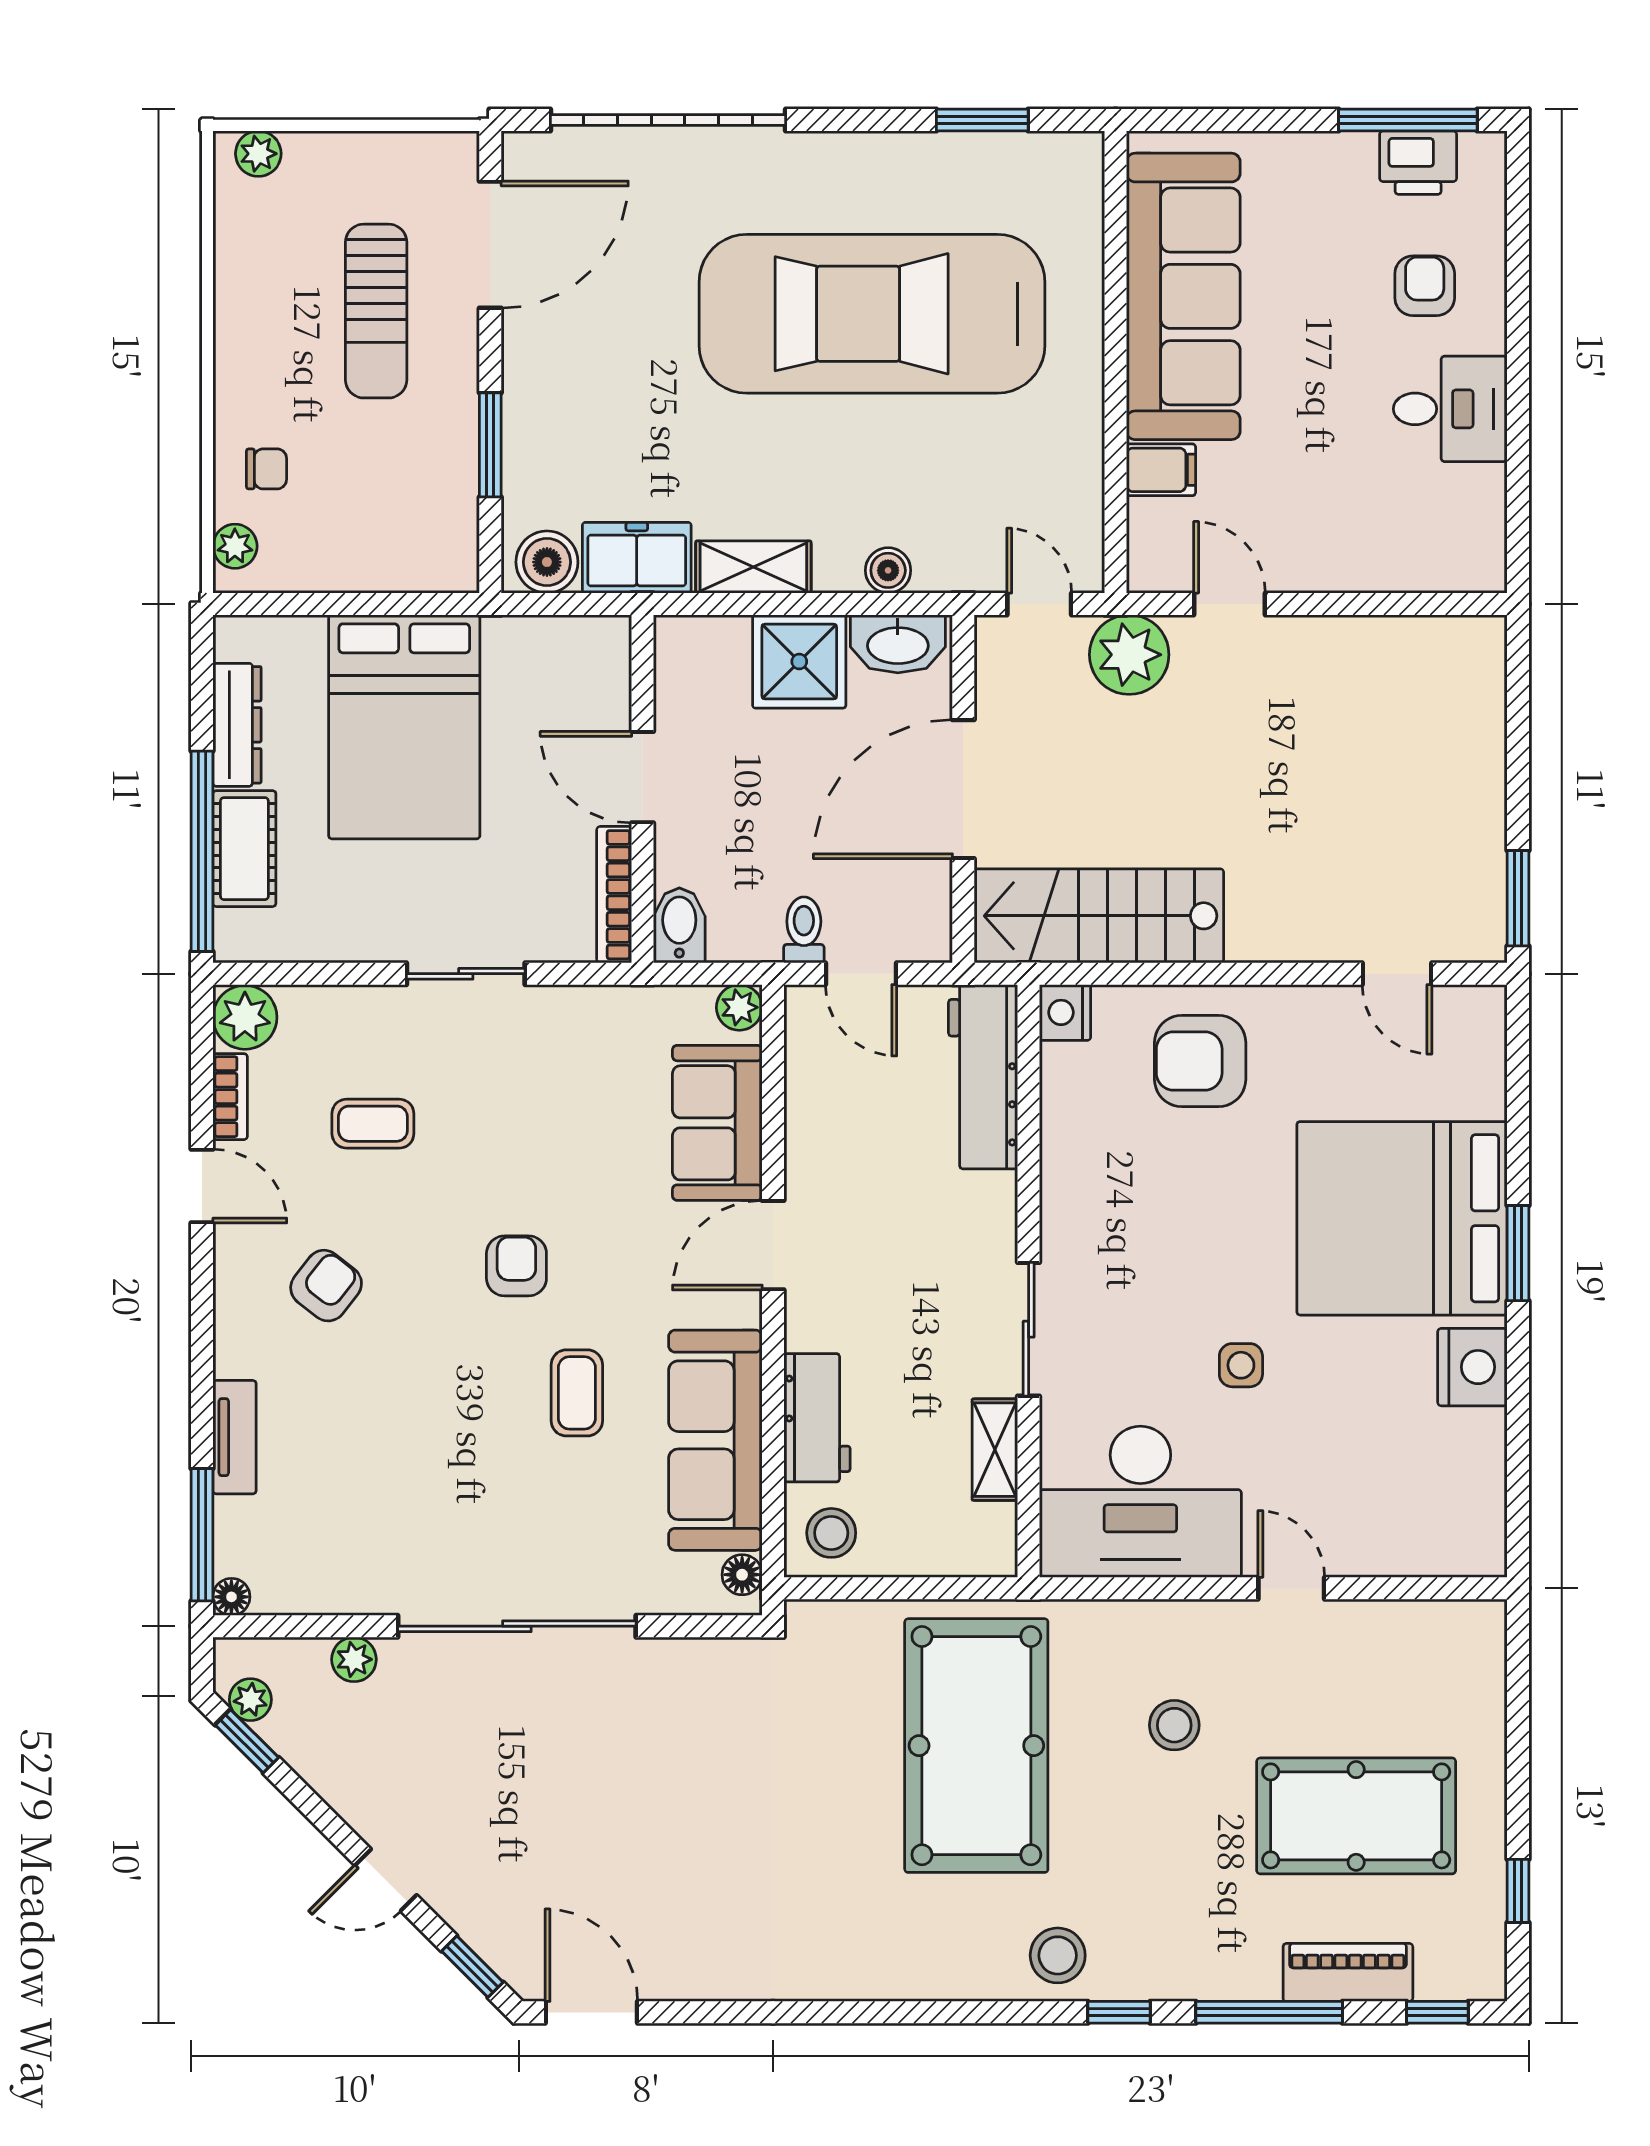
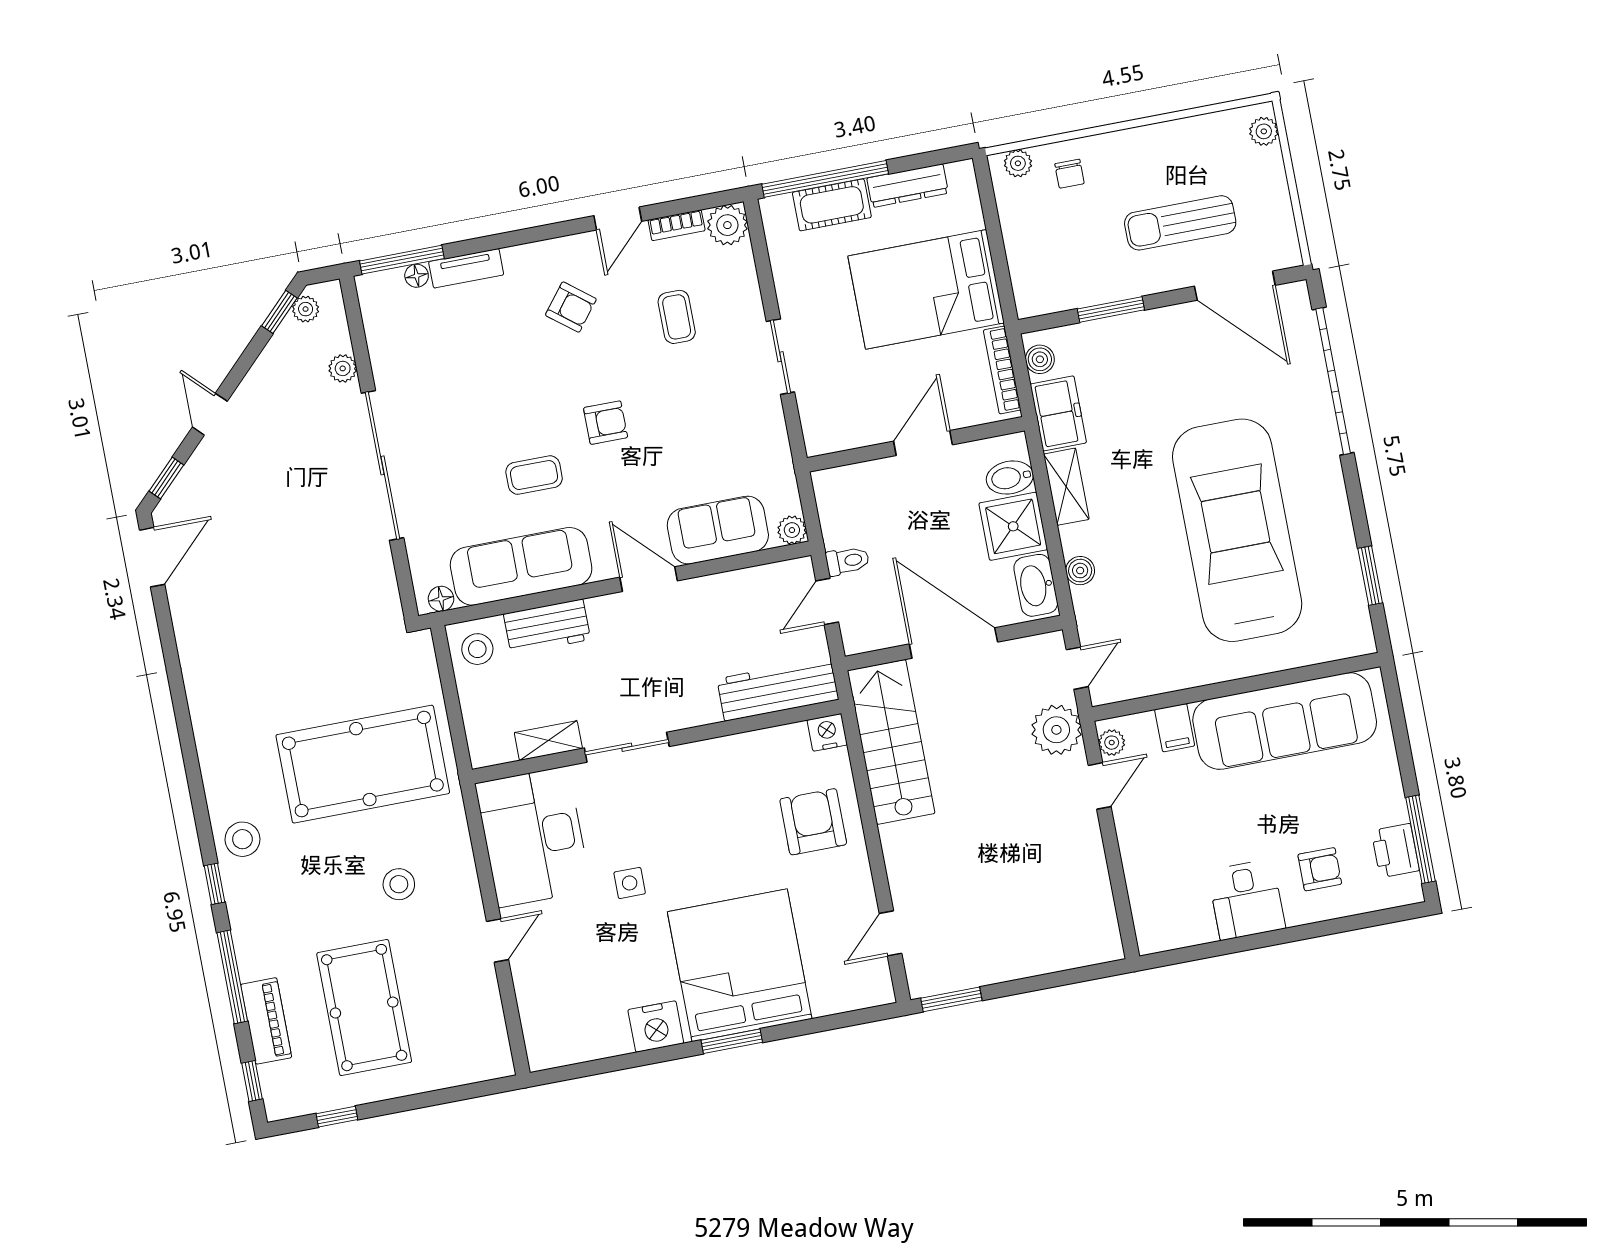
boiler: (547, 562) -> (1040, 359), width x0.73, depth x0.73
plant: (1165, 572) -> (1112, 743), added
bookcase: (614, 895) -> (1002, 370), moved, turned -90
bidet: (679, 925) -> (1010, 478), moved, turned 180
floor lamp: (231, 1597) -> (417, 276), moved

